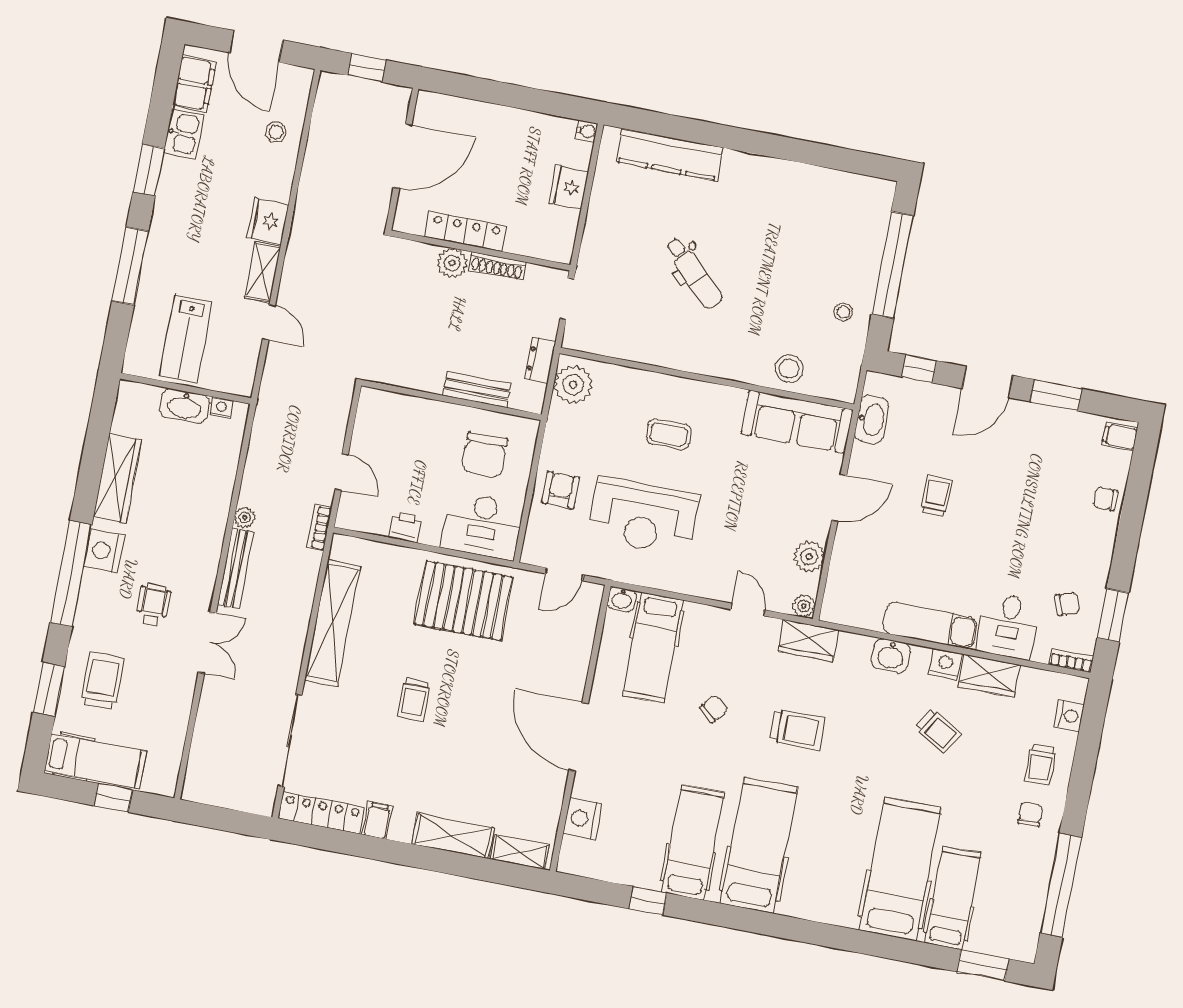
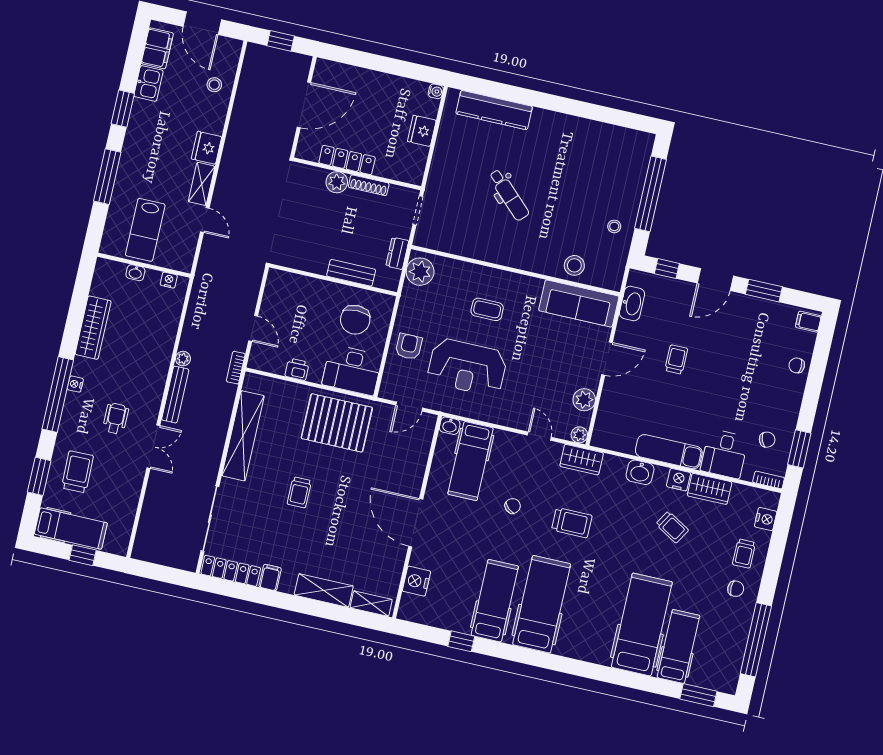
washbasin: (184, 406) -> (135, 273), width x0.52, depth x0.69
nightstand: (104, 551) -> (75, 384), width x0.53, depth x0.56
chair: (1030, 814) -> (736, 589), turned 90

